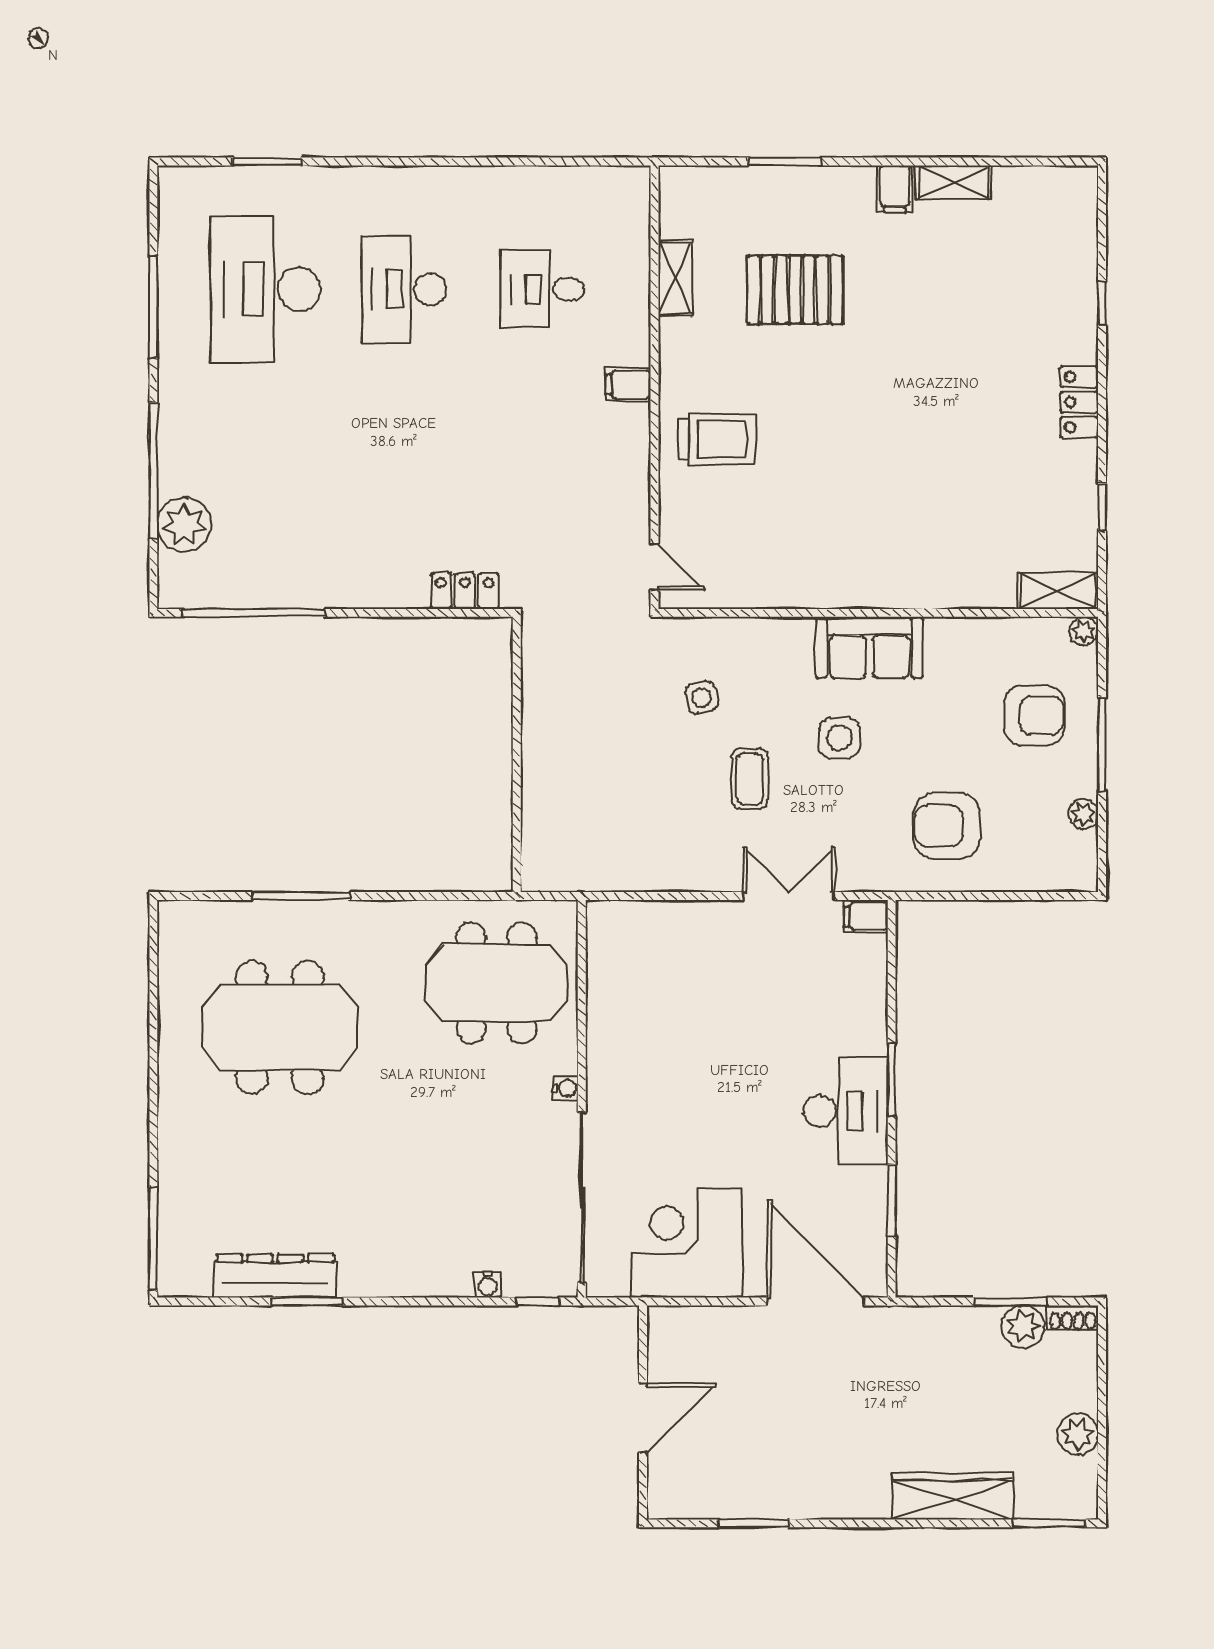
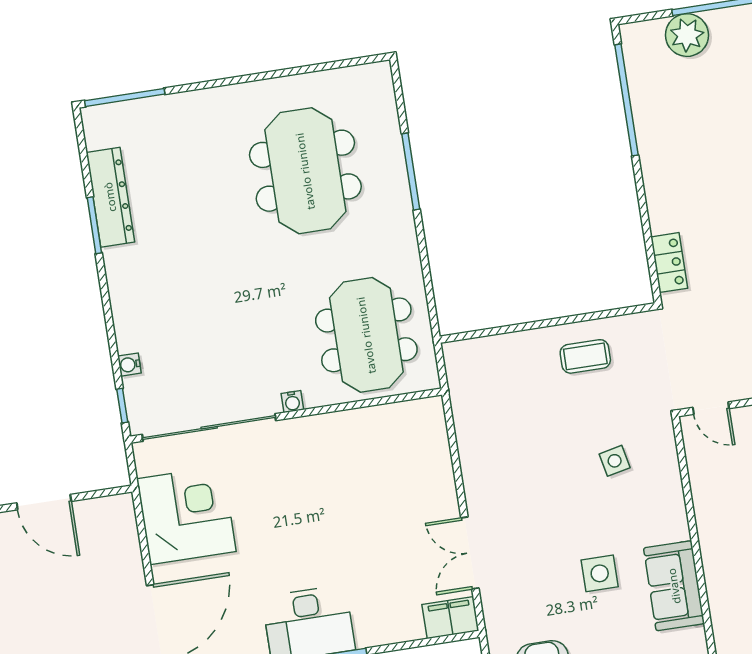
door: (654, 567) -> (711, 408), hinge flipped
coffee table: (750, 779) -> (585, 356), moved
double door: (789, 896) -> (470, 553), swing flipped
filing cabinet: (866, 916) -> (450, 618), width x2.00

